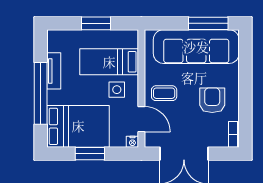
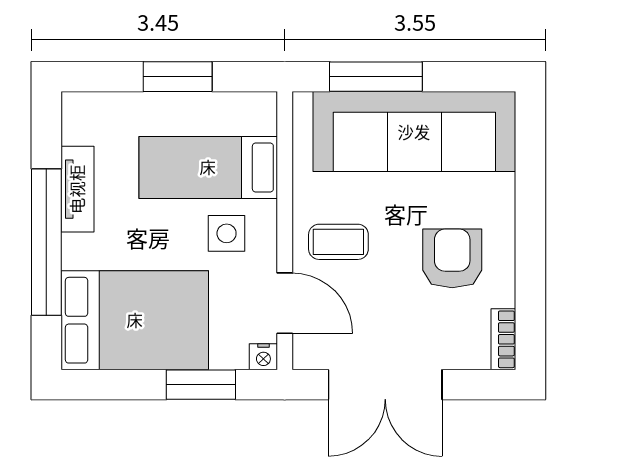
window: (208, 23) -> (376, 77), moved
window: (90, 154) -> (201, 385), moved

